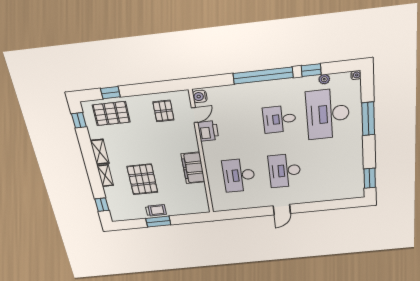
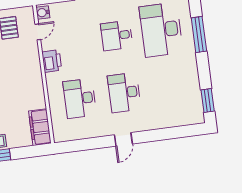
printer: (208, 131) -> (52, 61), moved
filing cabinet: (193, 168) -> (40, 127), moved

